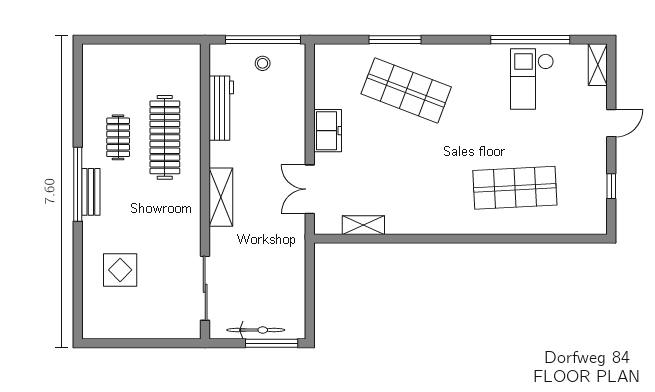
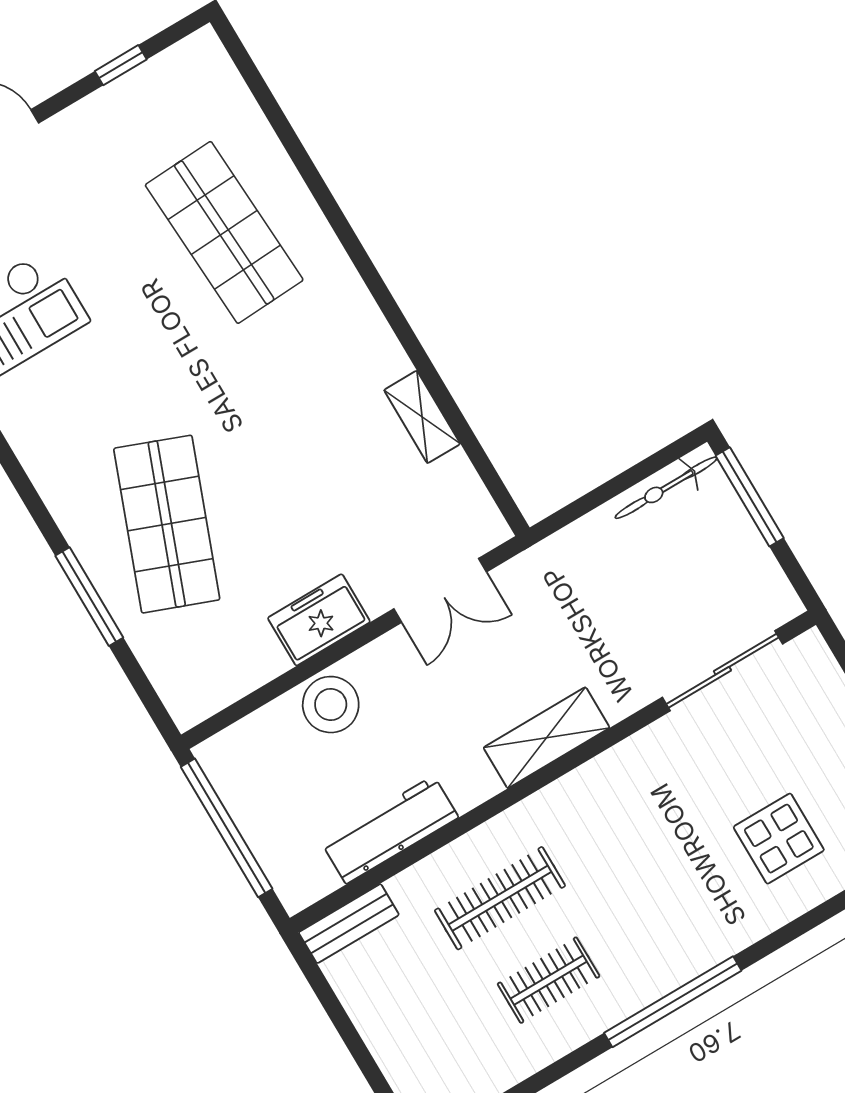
stool: (263, 63) -> (331, 705), moved, width x1.89, depth x1.89
clothes rail: (165, 137) -> (500, 898), width x0.73, depth x0.76
bench: (91, 192) -> (349, 924), moved
shelving: (363, 225) -> (422, 417), moved
bicycle: (256, 330) -> (666, 488), moved, turned -90

